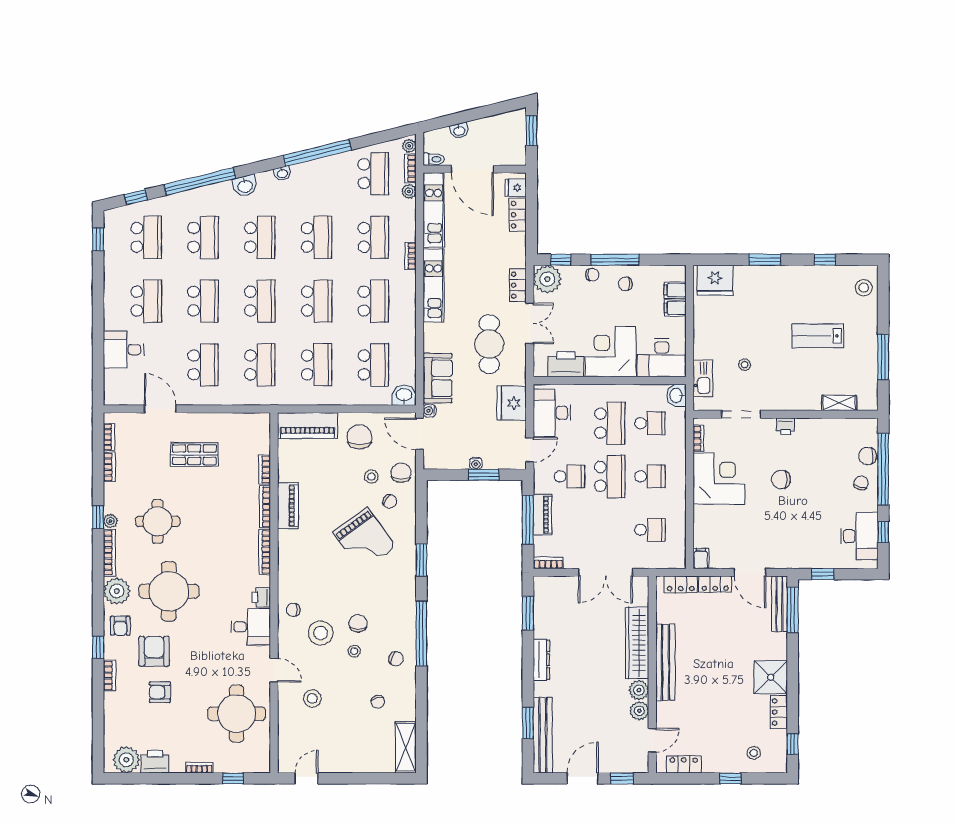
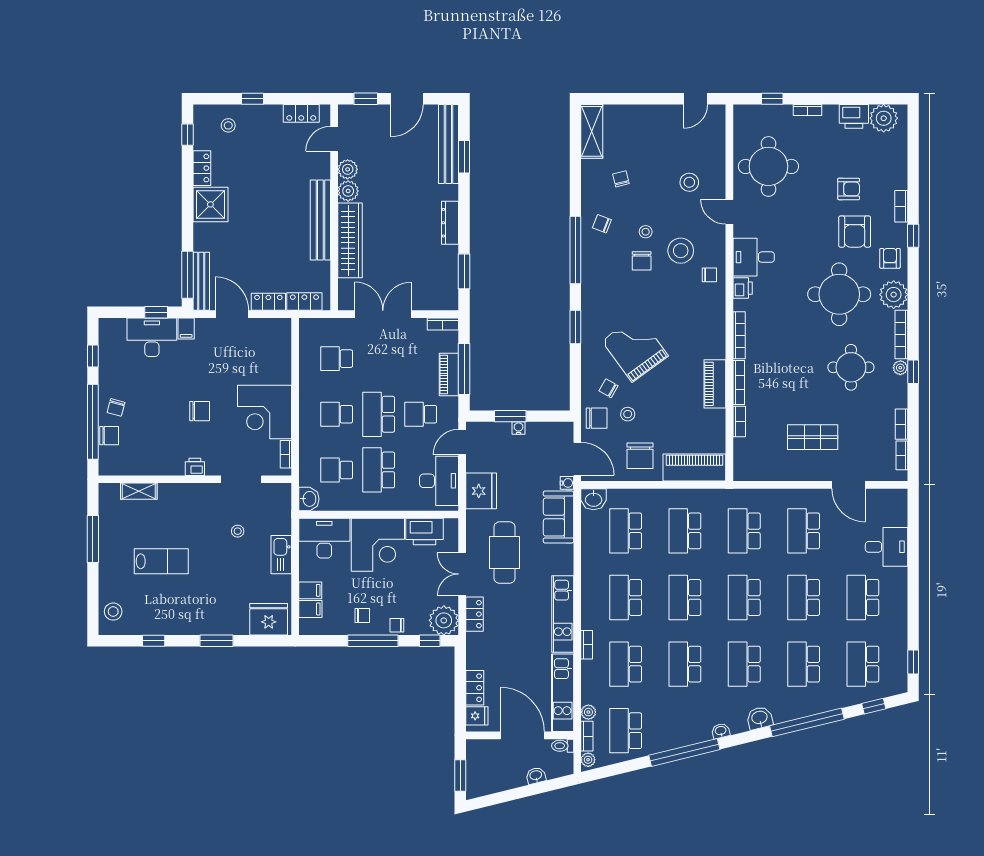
kitchen sink: (703, 378) -> (281, 555), moved
chair: (401, 473) -> (597, 418), turned -93
desk: (859, 536) -> (152, 337), moved, turned 90
filing cabinet: (701, 559) -> (186, 328), moved

